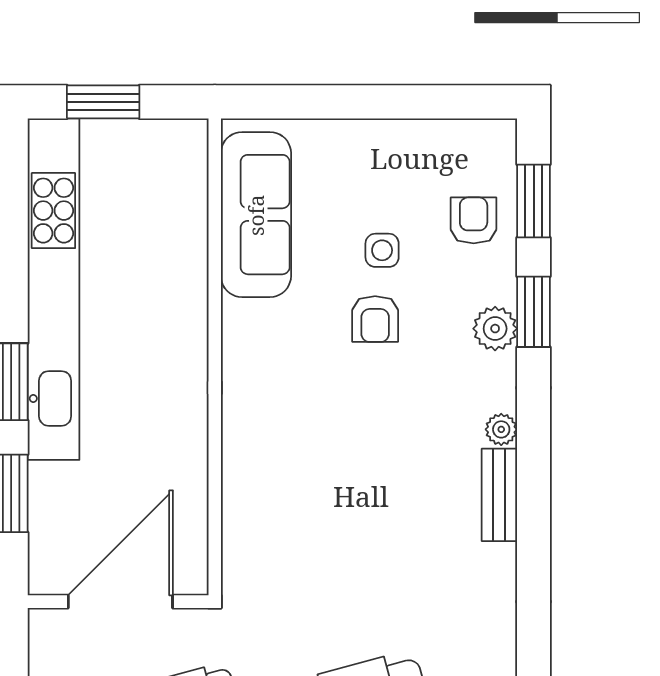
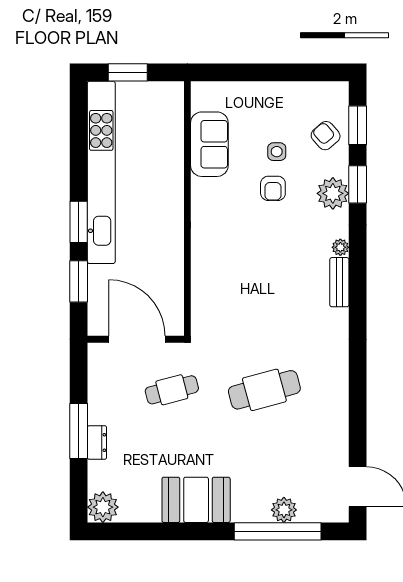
sofa: (256, 215) -> (209, 144), width x0.73
armchair: (474, 220) -> (326, 136), turned -41
plant: (495, 329) -> (333, 193), width x1.36, depth x1.36
door: (120, 602) -> (137, 339), hinge flipped

